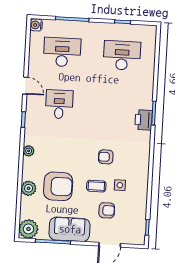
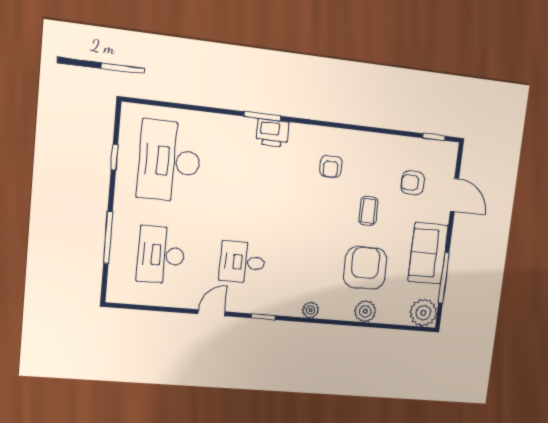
water cooler: (36, 25) -> (116, 294), removed
desk: (122, 55) -> (169, 161), width x1.36, depth x1.30
armchair: (106, 157) -> (331, 167), moved
side table: (120, 185) -> (369, 175), removed
armchair: (107, 210) -> (413, 183), moved, turned -90

